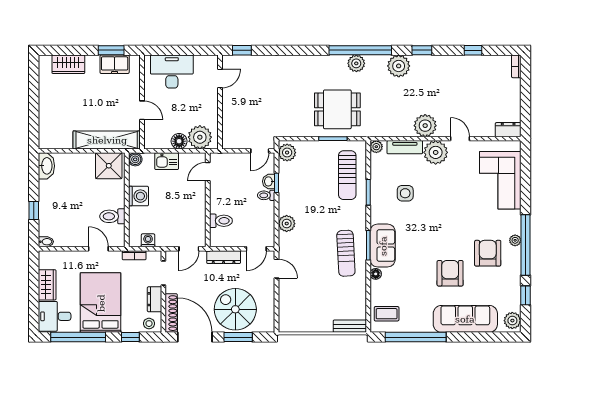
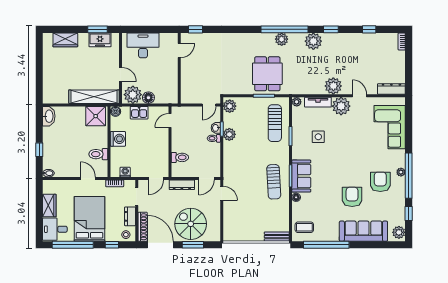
dining table: (337, 109) -> (267, 74), turned 90
dresser: (508, 130) -> (391, 89), width x1.44
plant: (200, 137) -> (133, 95), moved
plant: (287, 224) -> (229, 134), moved

